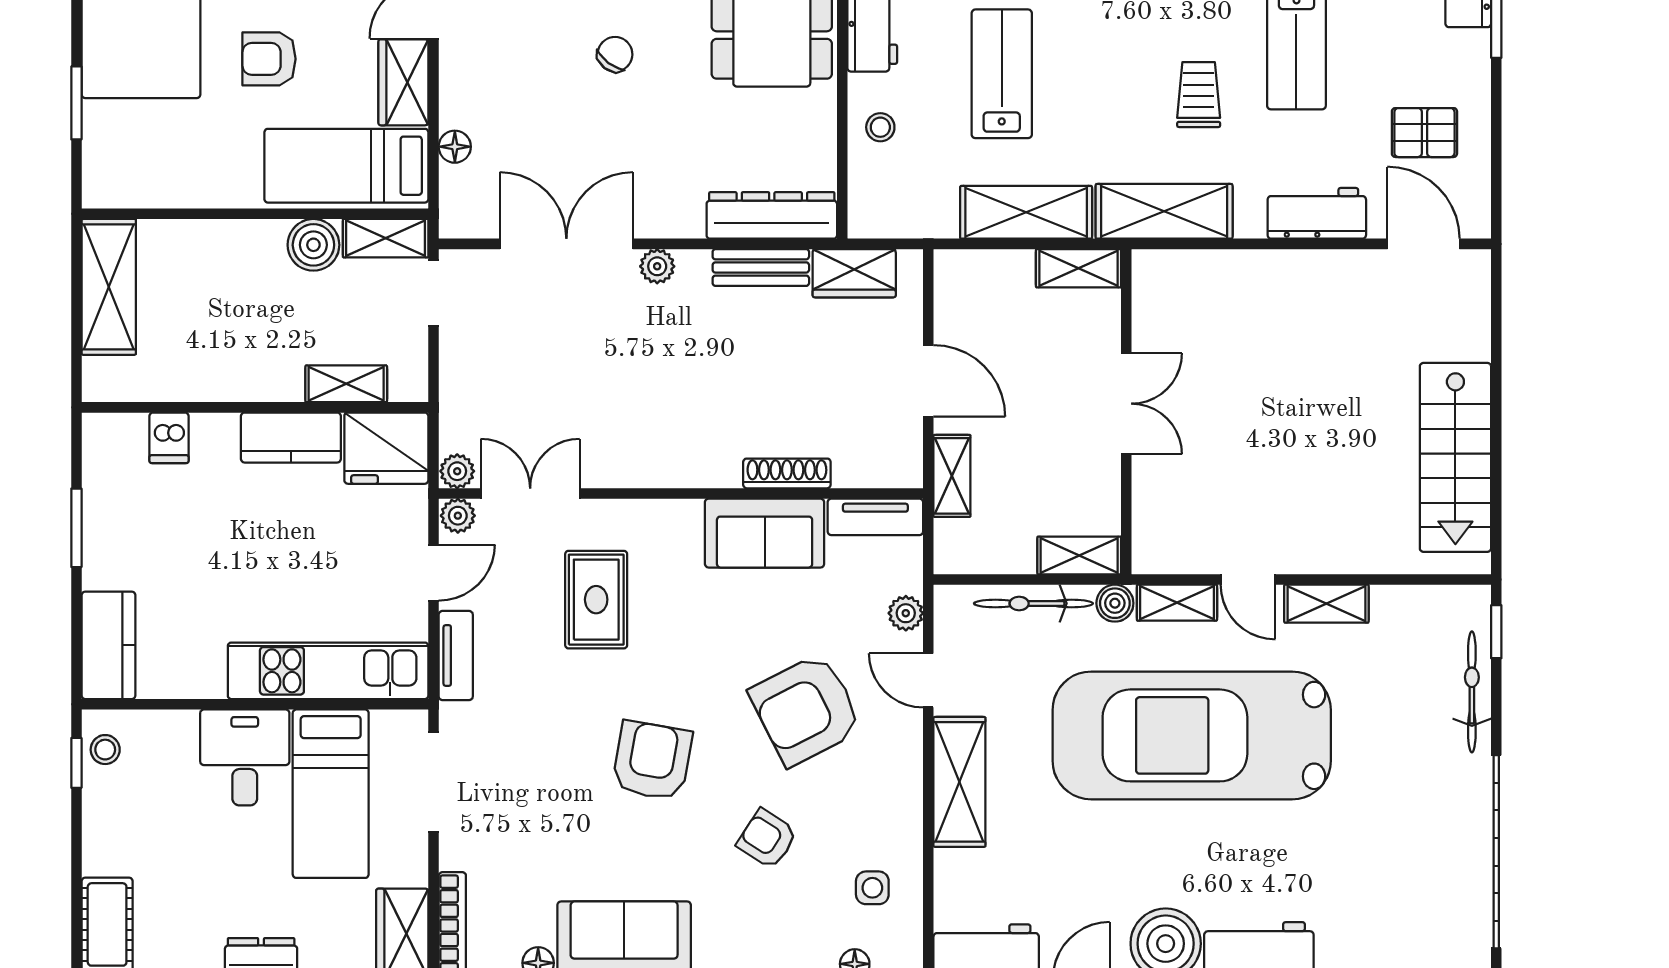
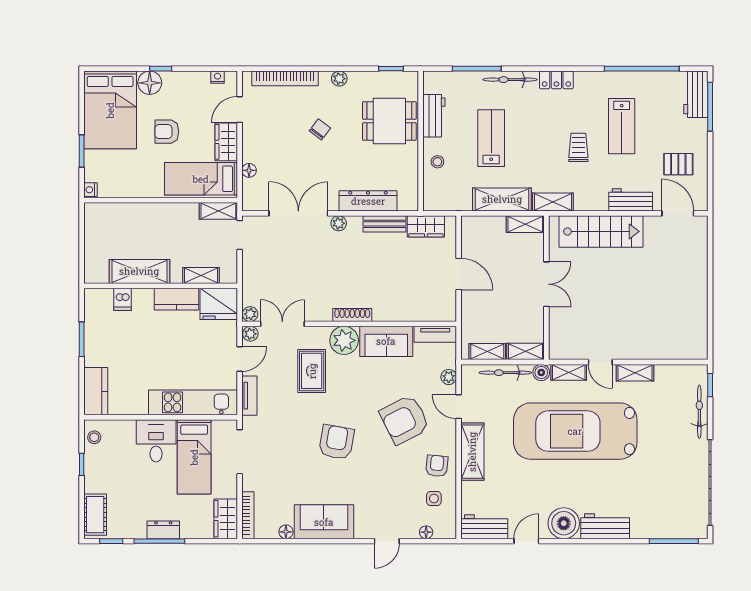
nightstand: (97, 190) -> (90, 190), added
shelving: (1164, 211) -> (553, 202), width x0.67, depth x0.75
dresser: (772, 215) -> (368, 201), moved
boiler: (313, 245) -> (186, 214), removed
shelving: (109, 287) -> (139, 271), moved, turned 90
stairs: (1455, 457) -> (601, 231), moved, turned -90
shoe rack: (787, 473) -> (352, 315), moved
shelving: (952, 476) -> (487, 352), moved, turned 90
plant: (669, 531) -> (344, 340), added
window: (76, 763) -> (82, 464), moved
armchair: (767, 839) -> (437, 466), moved, turned 63

